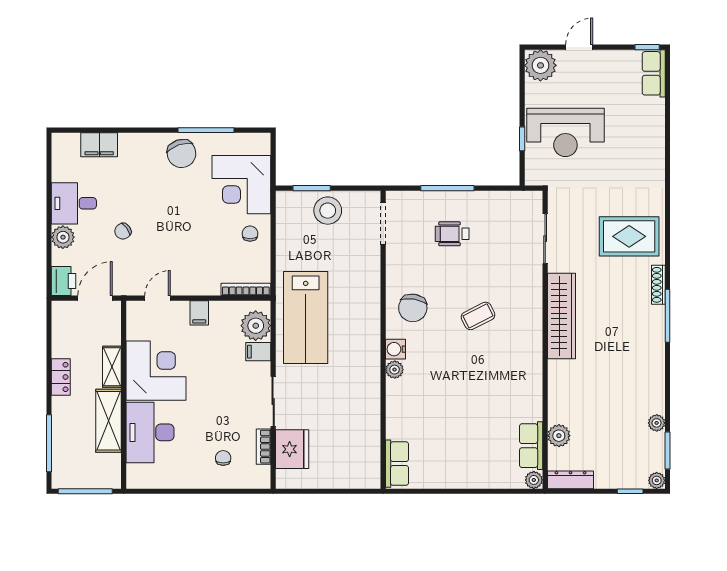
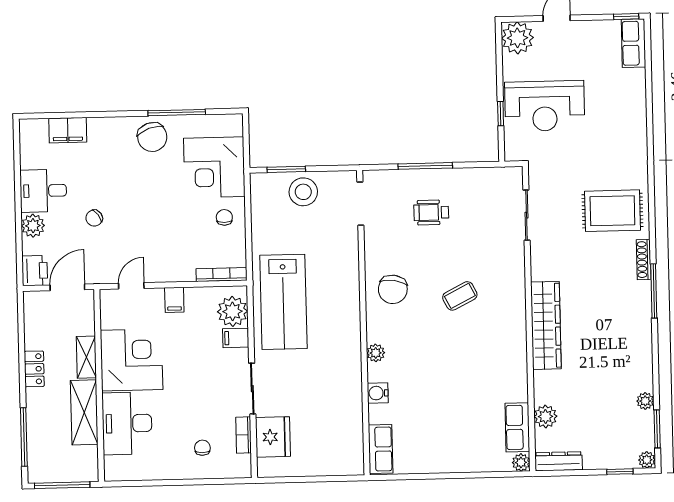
wardrobe: (561, 316) -> (546, 325), moved
water cooler: (396, 349) -> (378, 393), moved

